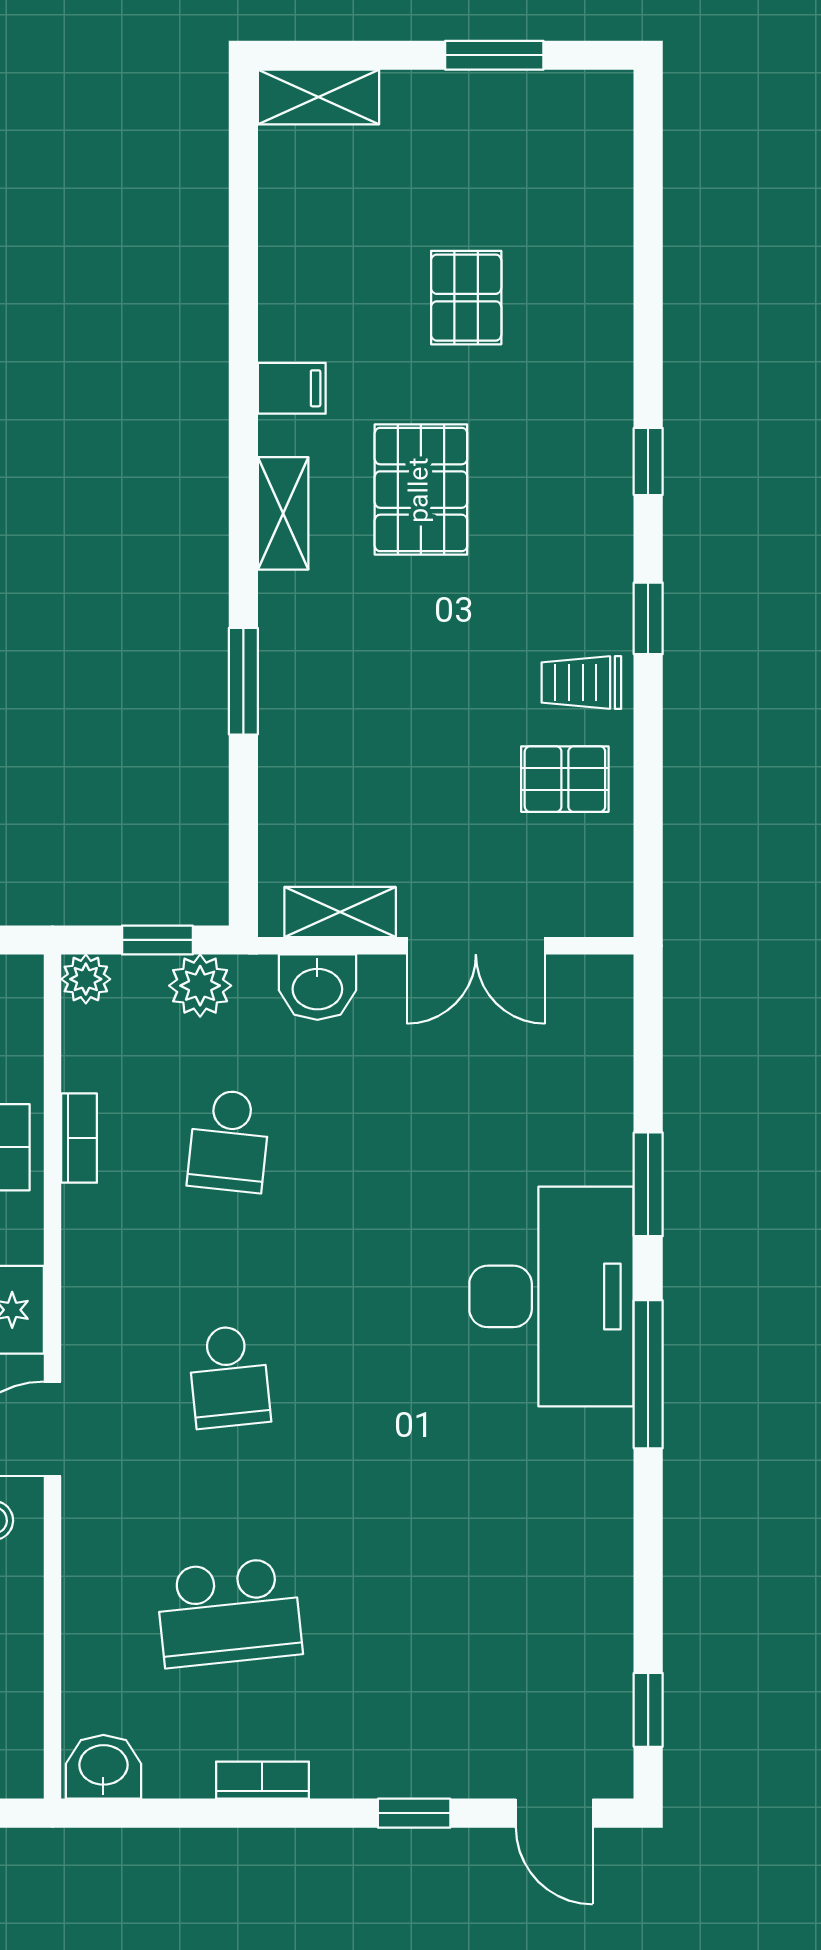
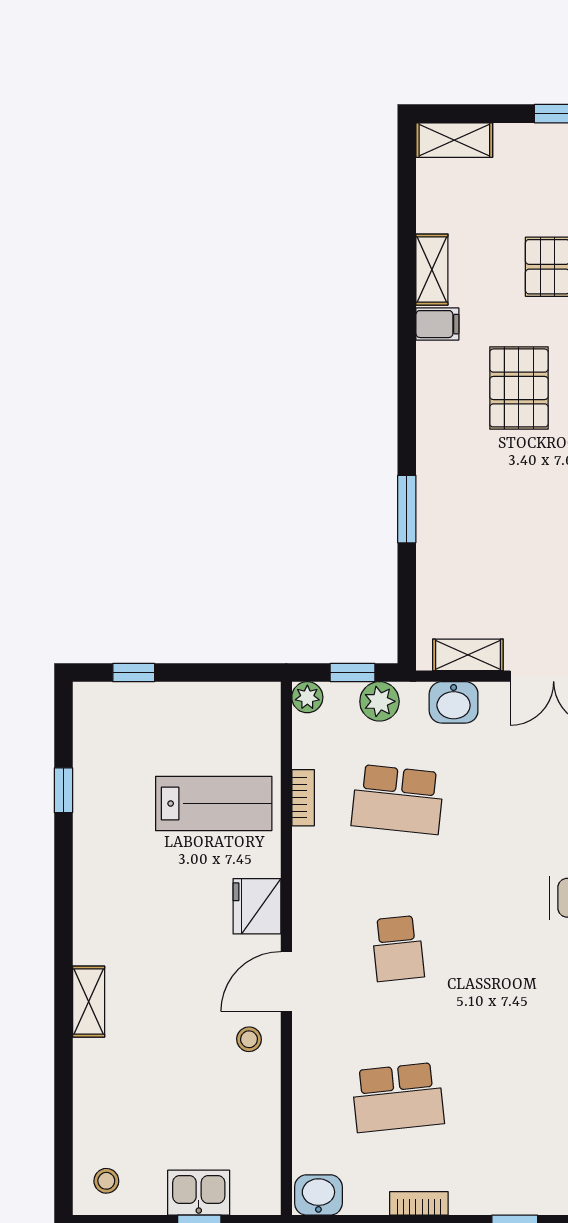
shelving: (283, 513) -> (432, 270), moved
school desk: (229, 1141) -> (398, 799), width x1.85

